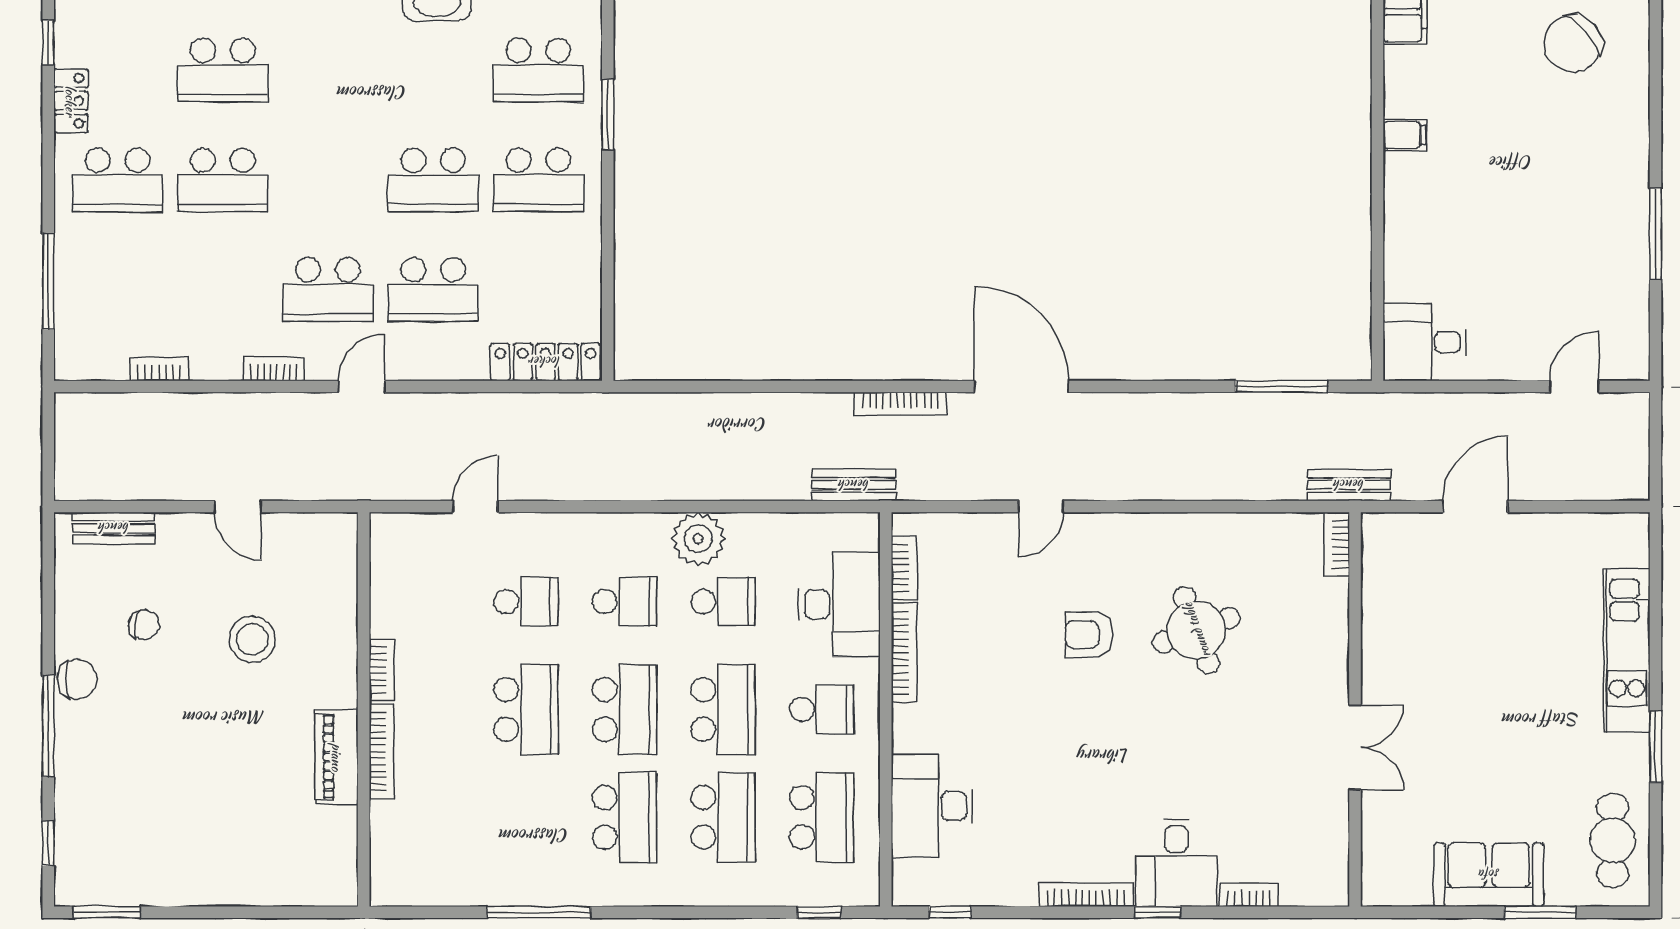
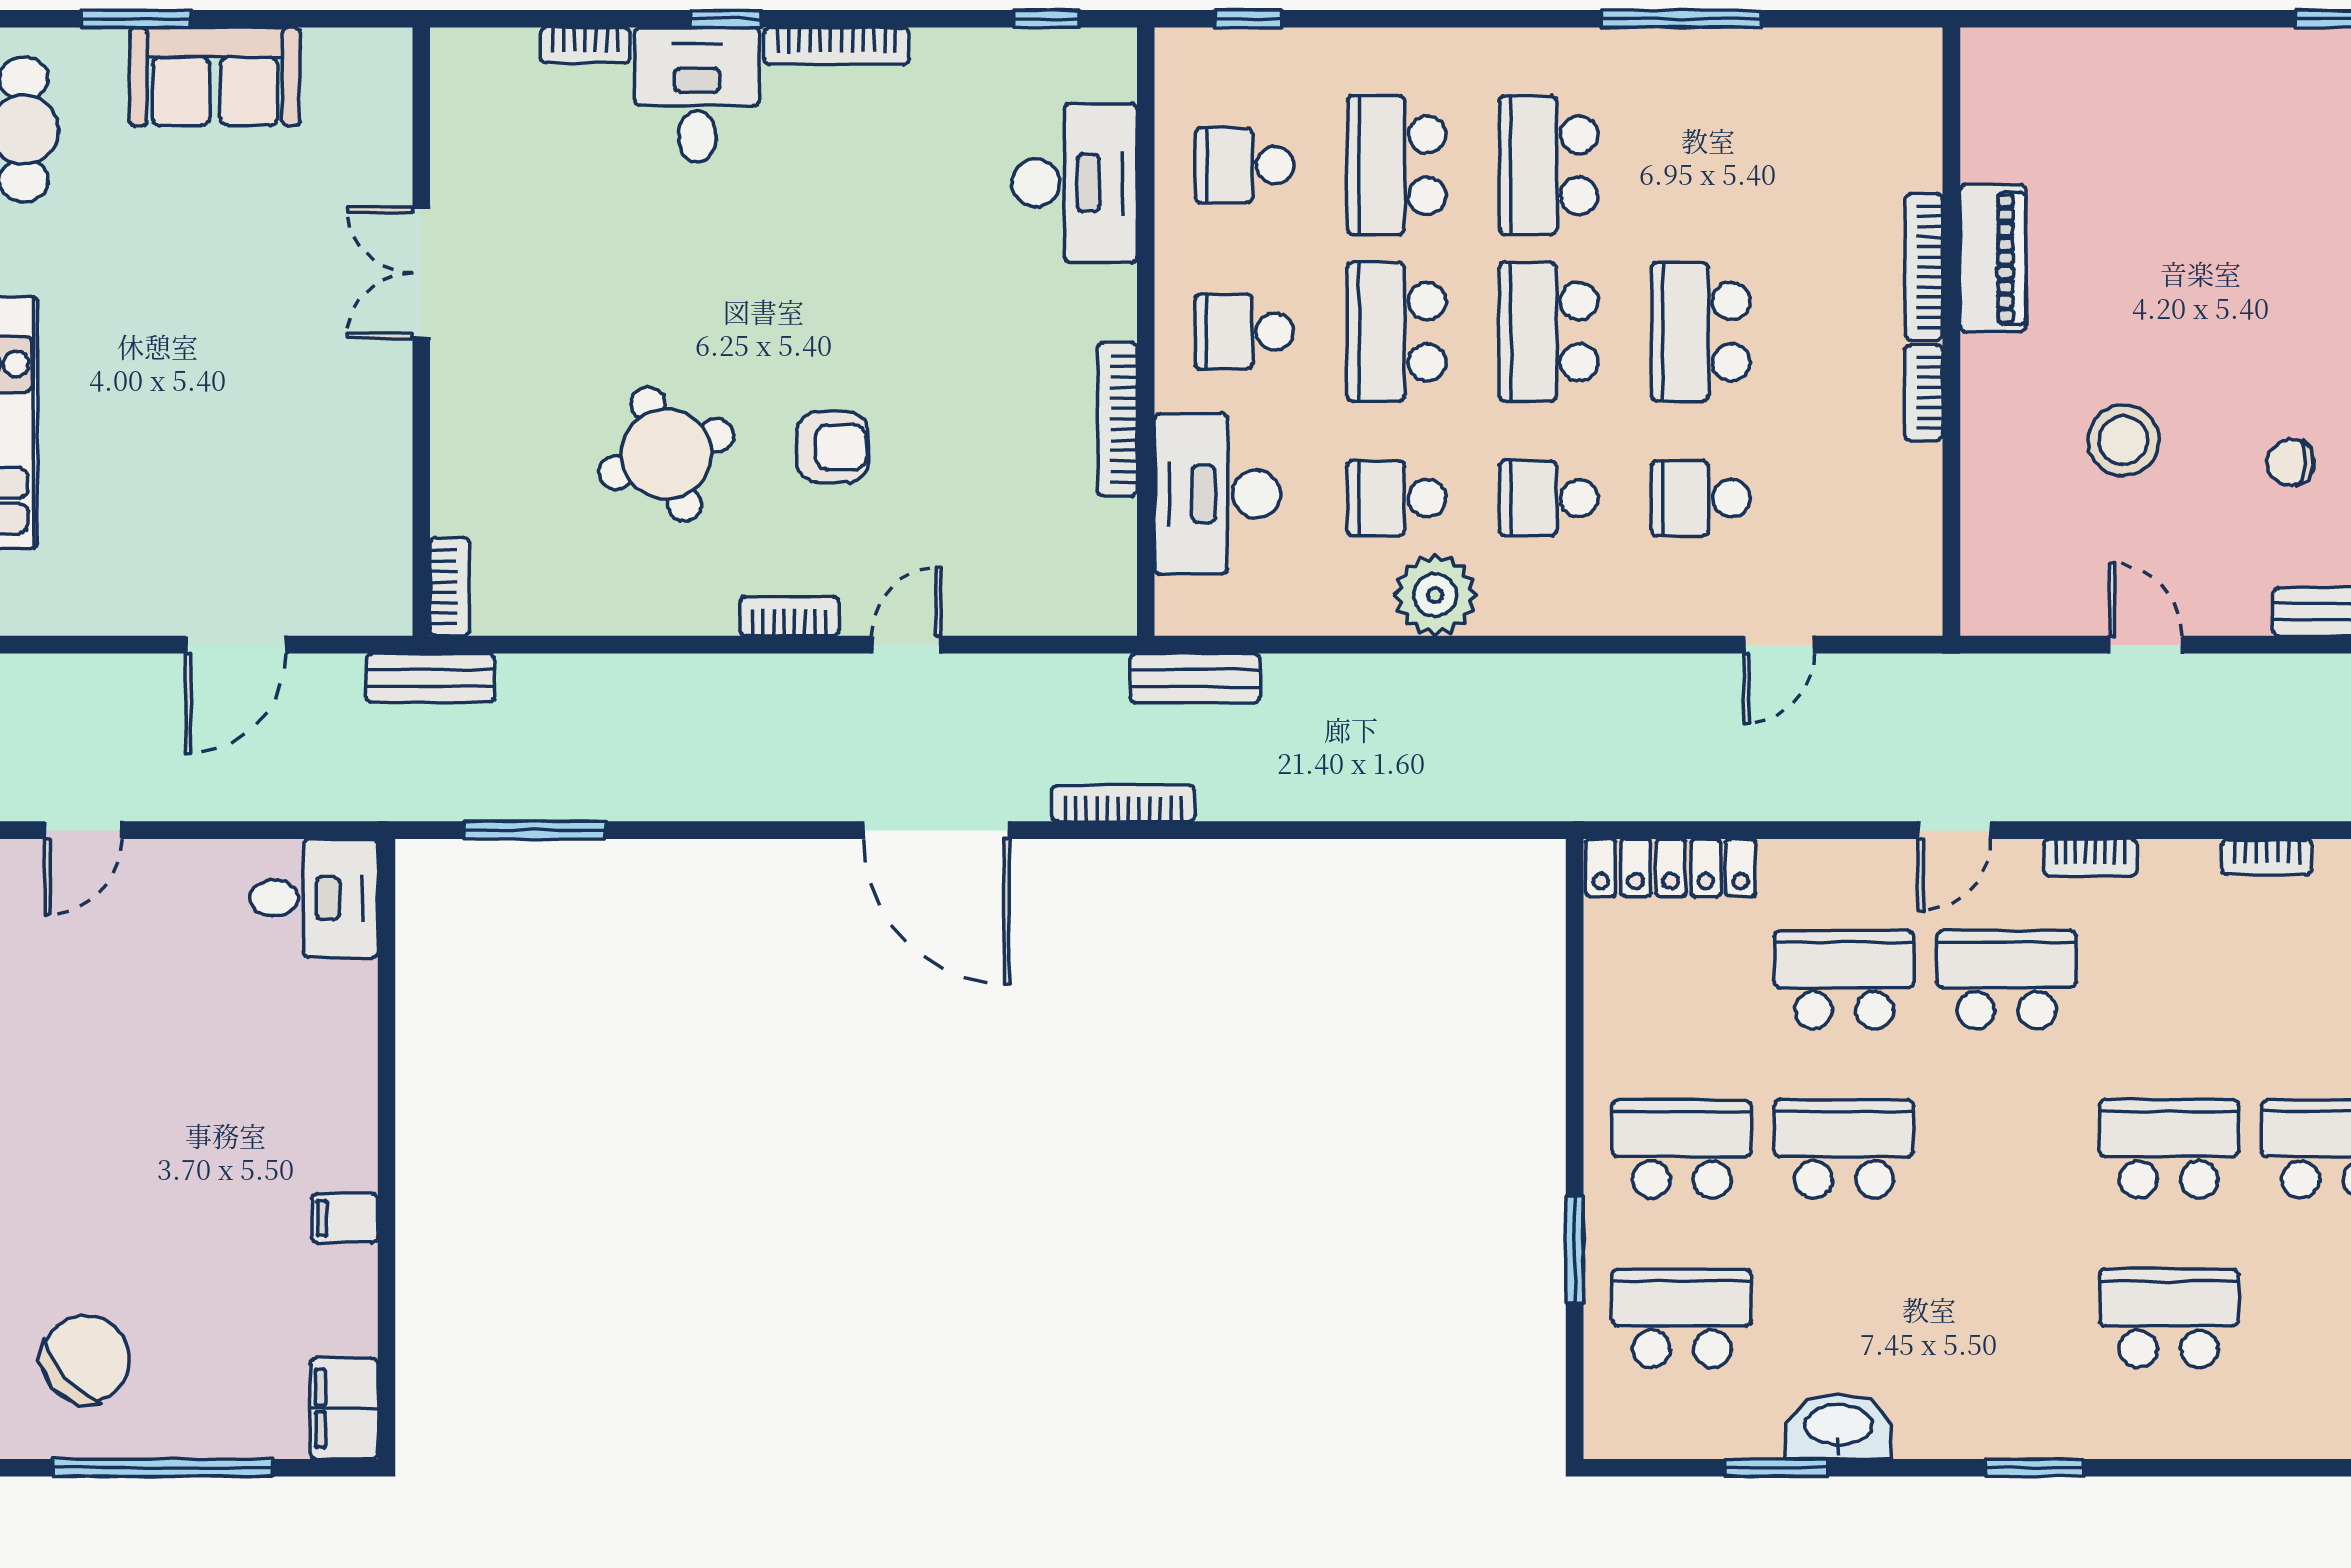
bookcase: (904, 568) -> (789, 616), moved, turned 90
school desk: (822, 817) -> (1244, 165), width x0.54

